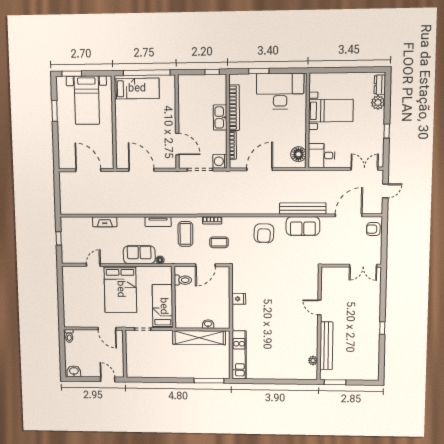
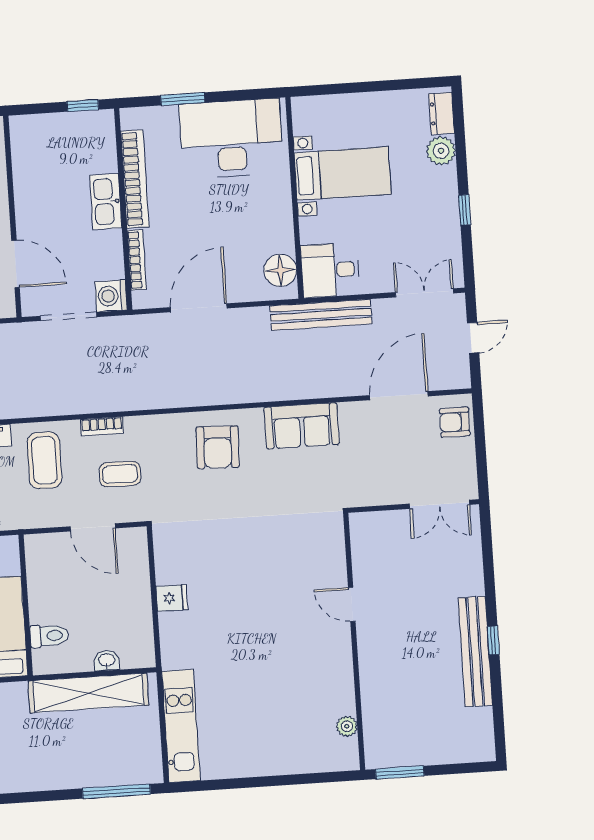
bench: (303, 209) -> (321, 315), moved
door: (205, 265) -> (93, 527), hinge flipped
toilet: (183, 280) -> (49, 636), moved
bench: (326, 346) -> (475, 652), moved

